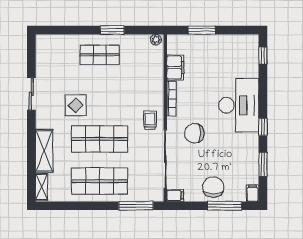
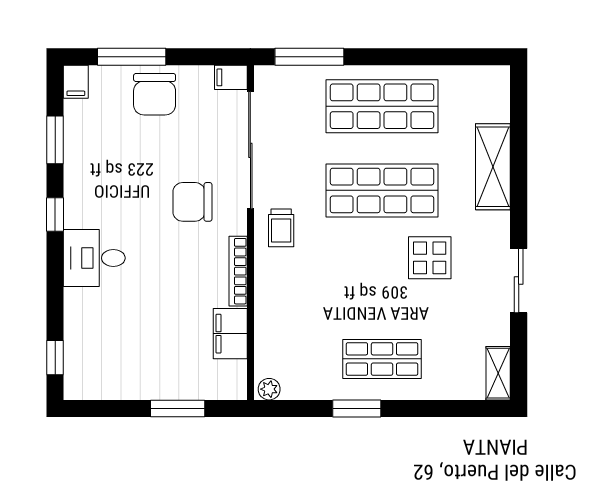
desk: (239, 105) -> (94, 258), width x0.53, depth x0.77
chair: (194, 133) -> (192, 202), turned 180
shelving: (42, 187) -> (498, 373), moved

